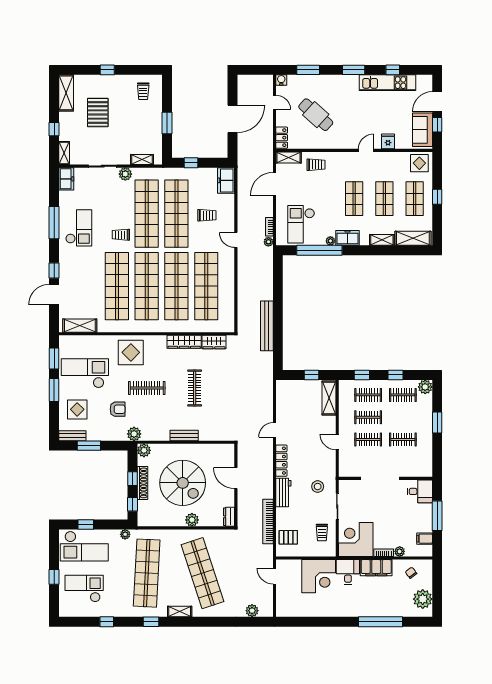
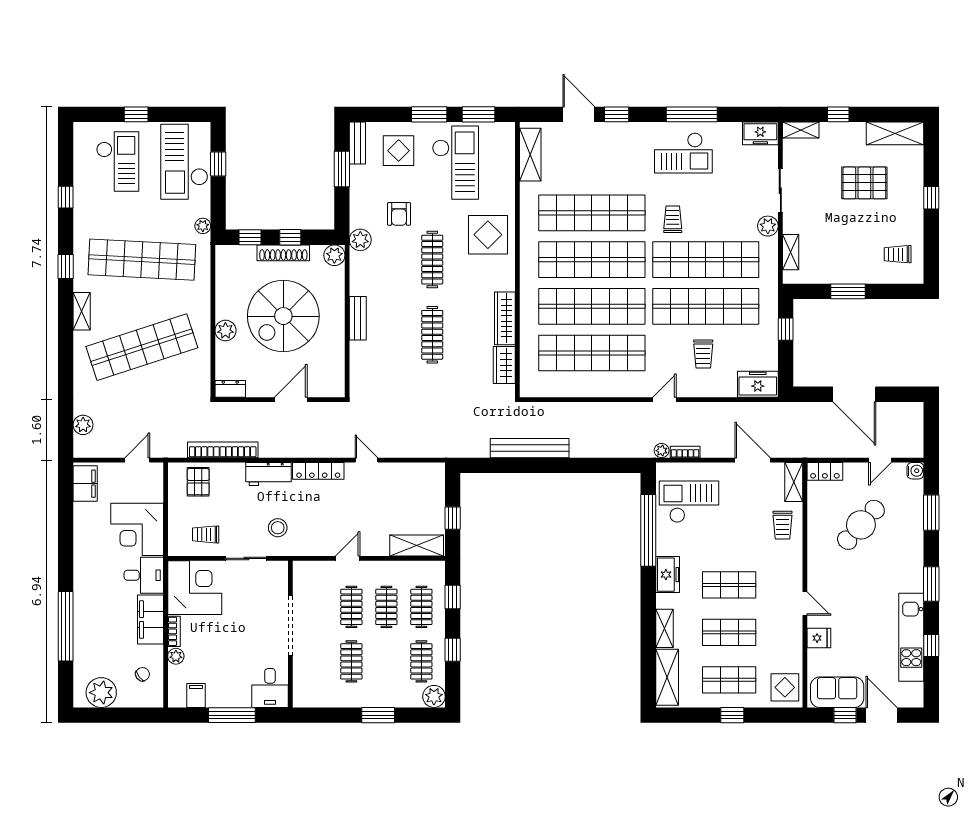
plant: (330, 241) -> (663, 548), removed
clothes rail: (195, 388) -> (432, 335), turned 90
filing cabinet: (290, 609) -> (85, 484), added

